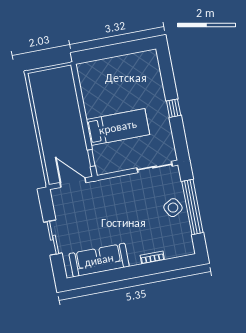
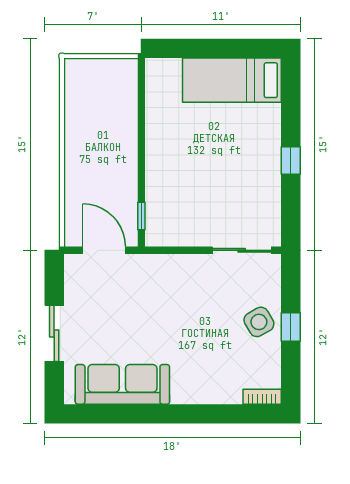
bed: (118, 127) -> (232, 80), moved, turned 180
window: (192, 207) -> (291, 327), width x0.32
bookcase: (152, 258) -> (262, 397), moved

